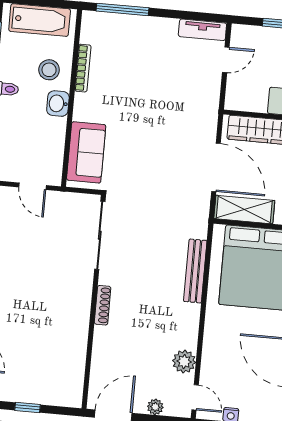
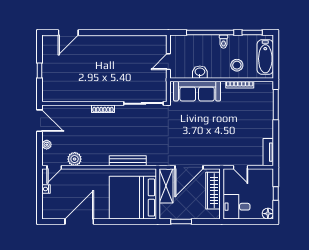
door: (226, 60) -> (241, 167), moved
washbasin: (58, 104) -> (200, 72), moved
sofa: (86, 152) -> (197, 91), width x1.36

